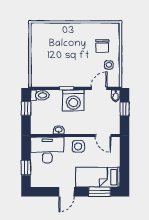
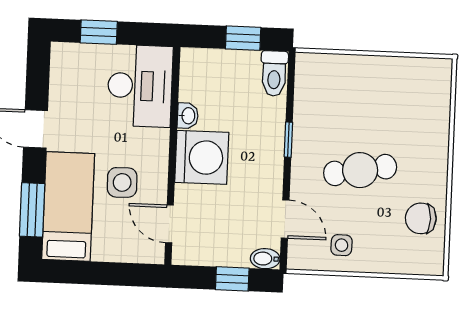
chair: (102, 46) -> (421, 218), moved
cafe table: (78, 59) -> (360, 170), added
washing machine: (73, 100) -> (202, 157), moved, turned 180
door: (103, 135) -> (169, 224), hinge flipped
side table: (78, 146) -> (122, 182), moved

